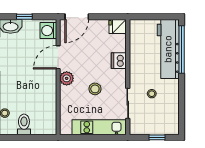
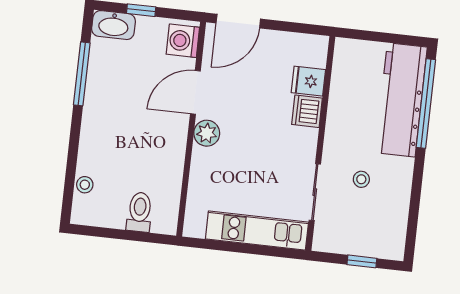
fridge: (118, 26) -> (308, 81), moved
stool: (95, 89) -> (257, 159), removed
toilet: (24, 124) -> (140, 212), moved

